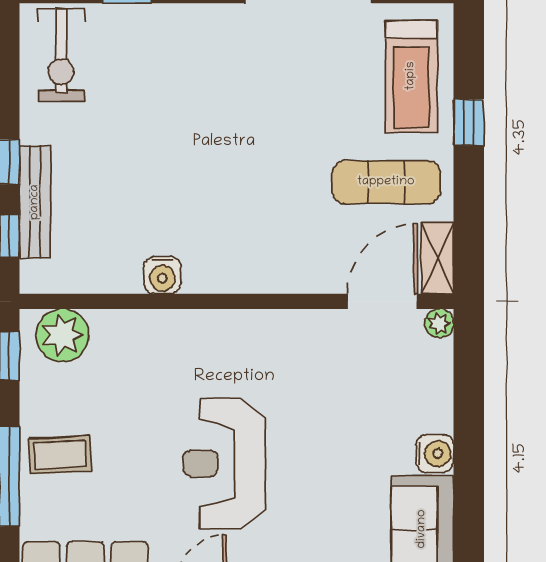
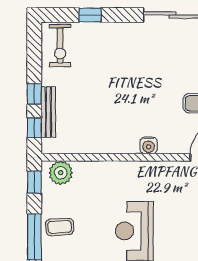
water cooler: (162, 275) -> (149, 145), moved

